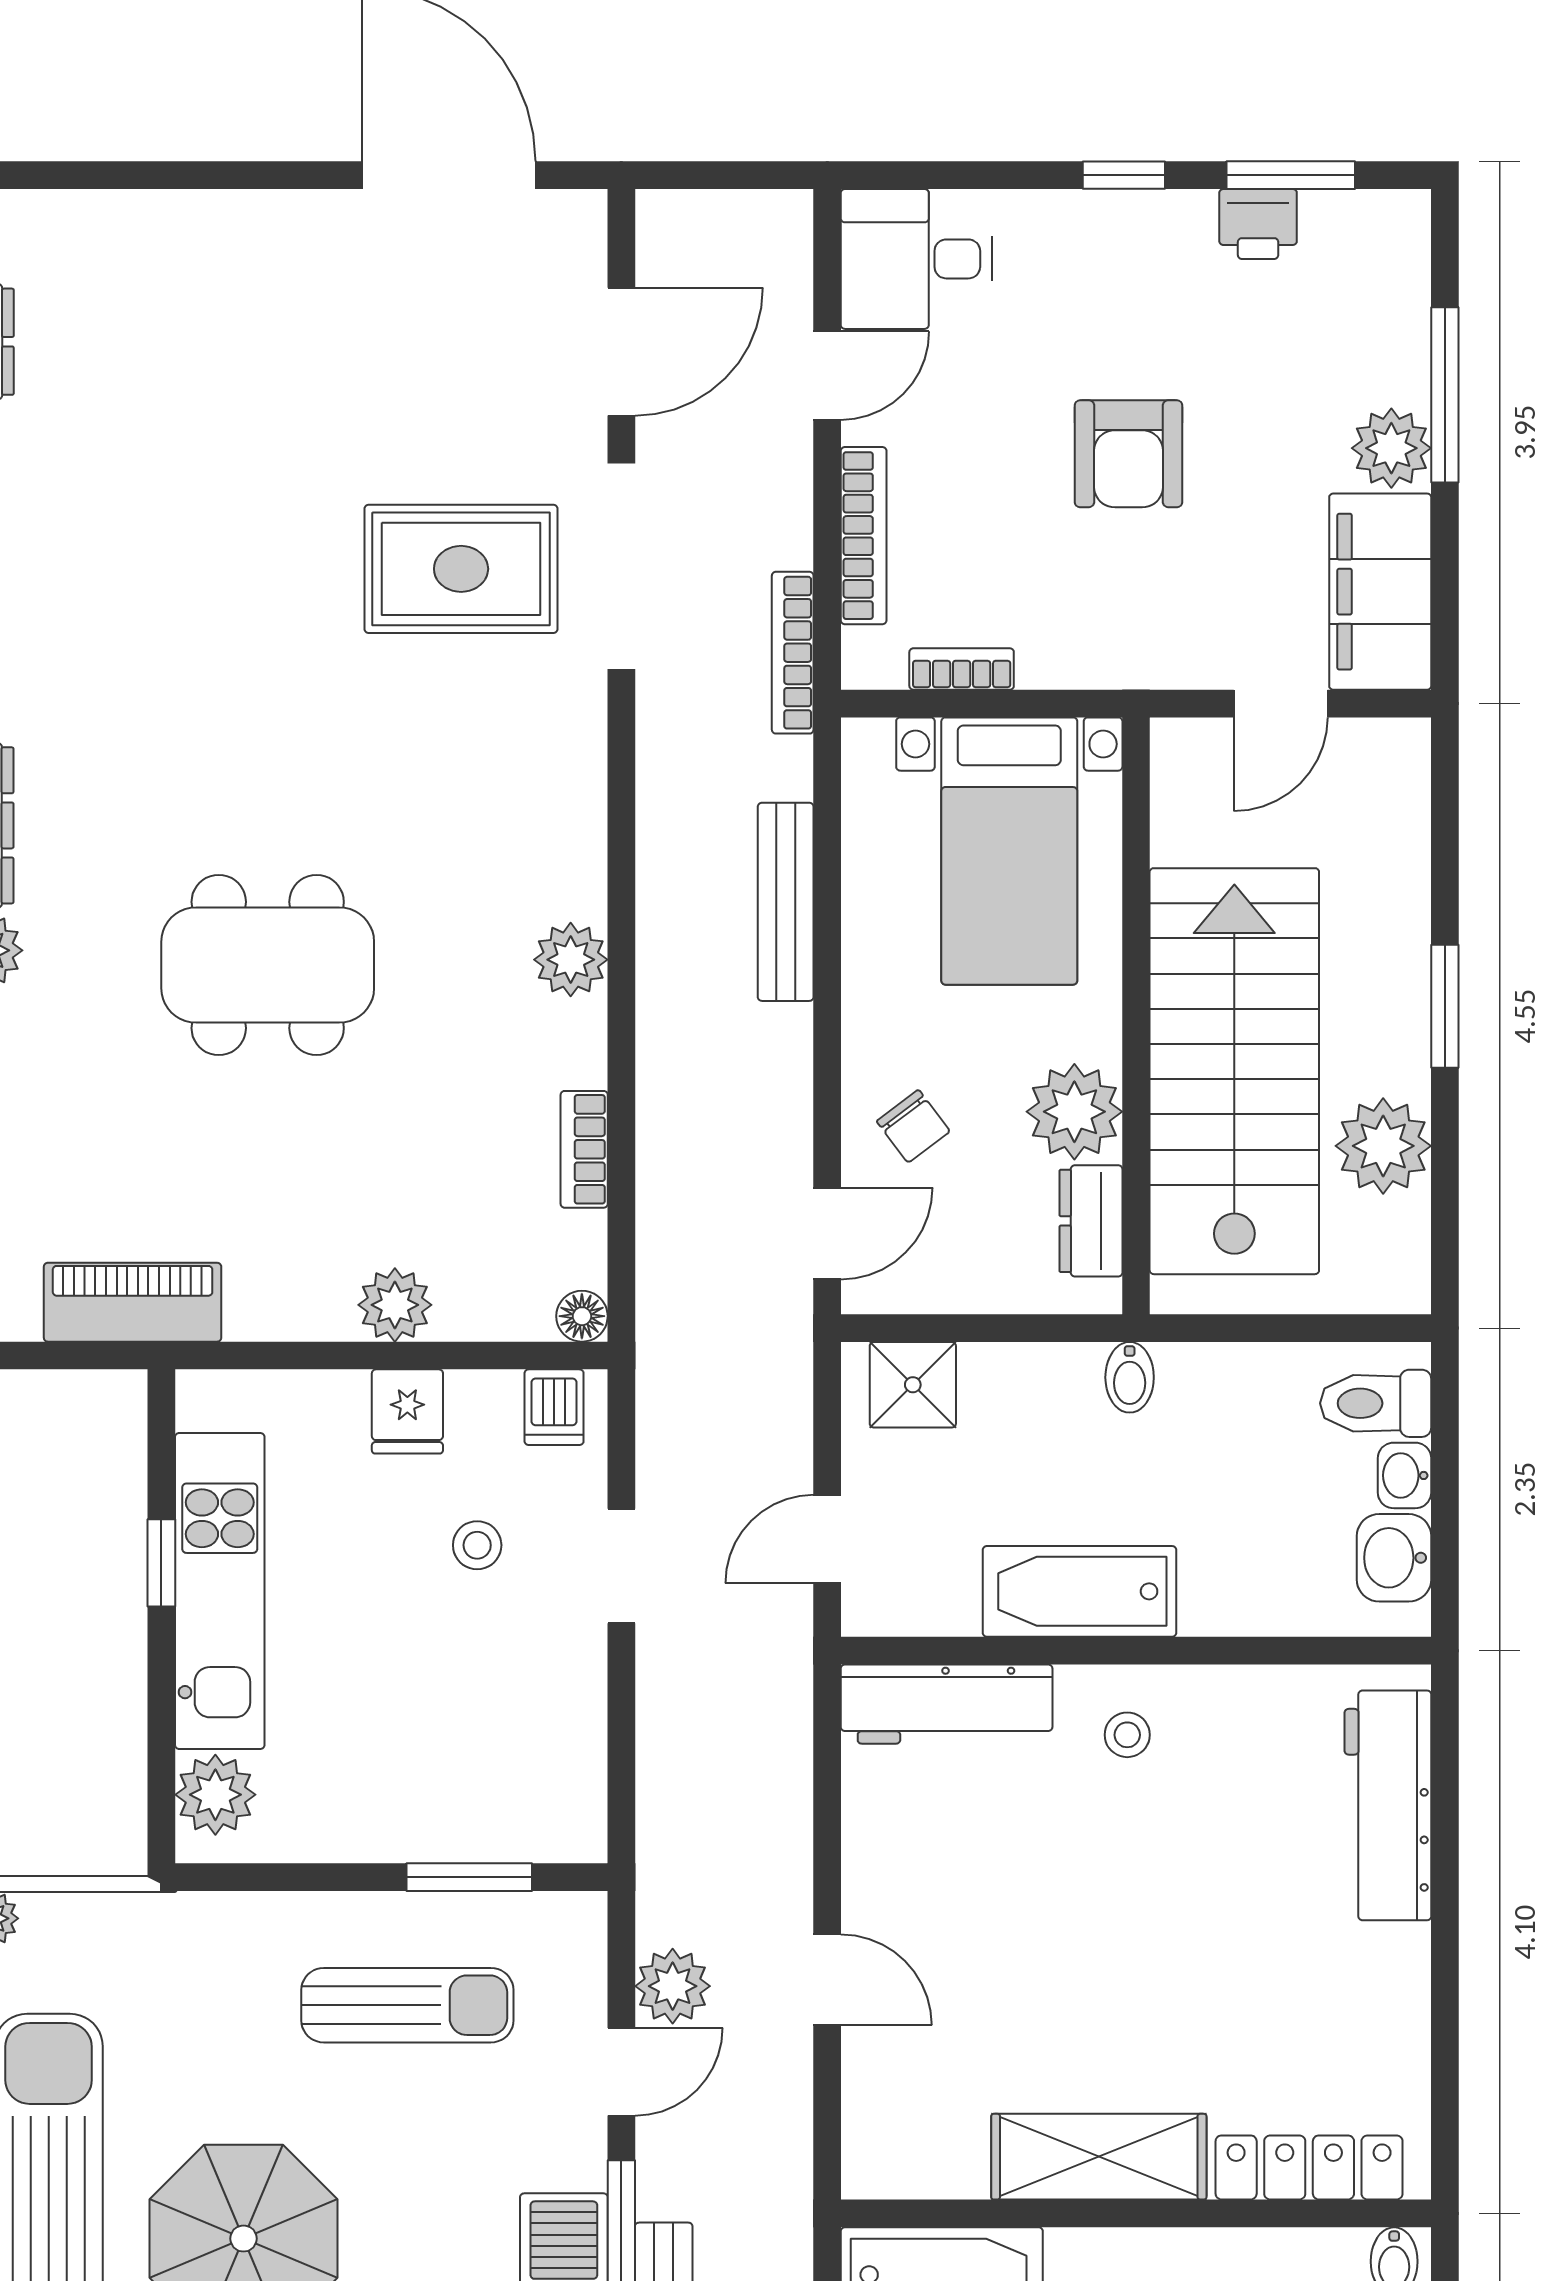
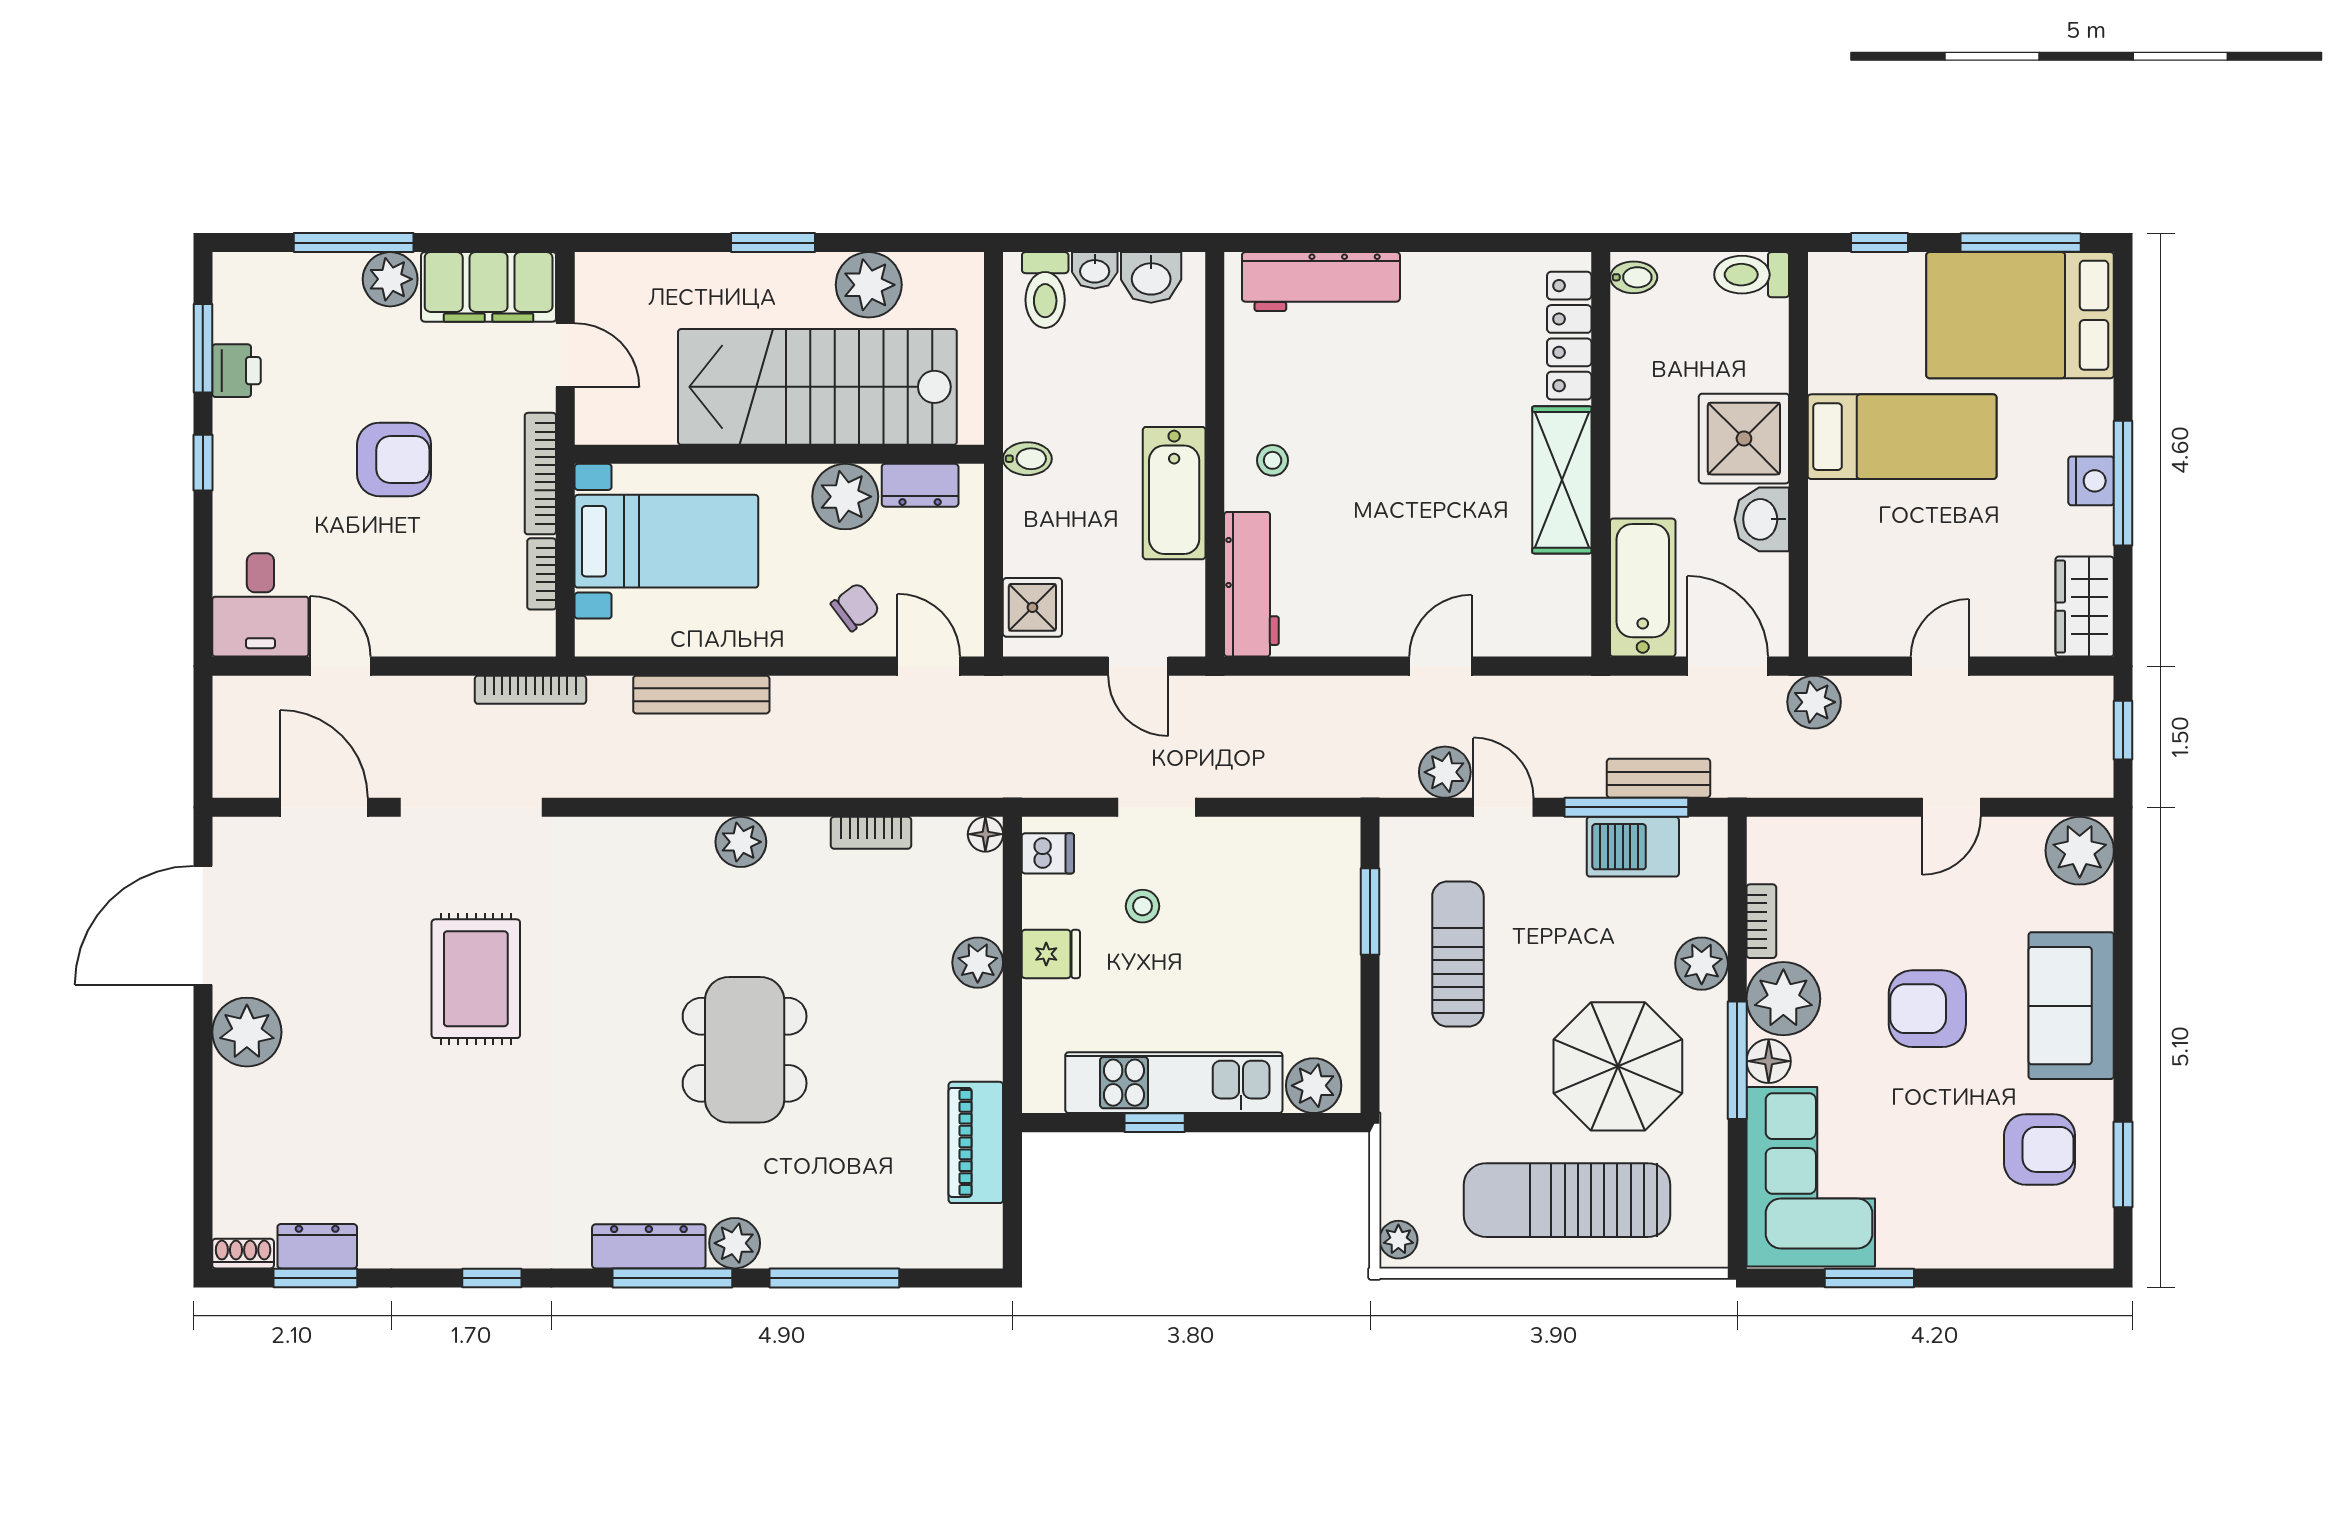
plant: (294, 239) -> (247, 1032), added
bookcase: (864, 536) -> (540, 474), moved, turned -90
rug: (461, 569) -> (476, 979), moved

